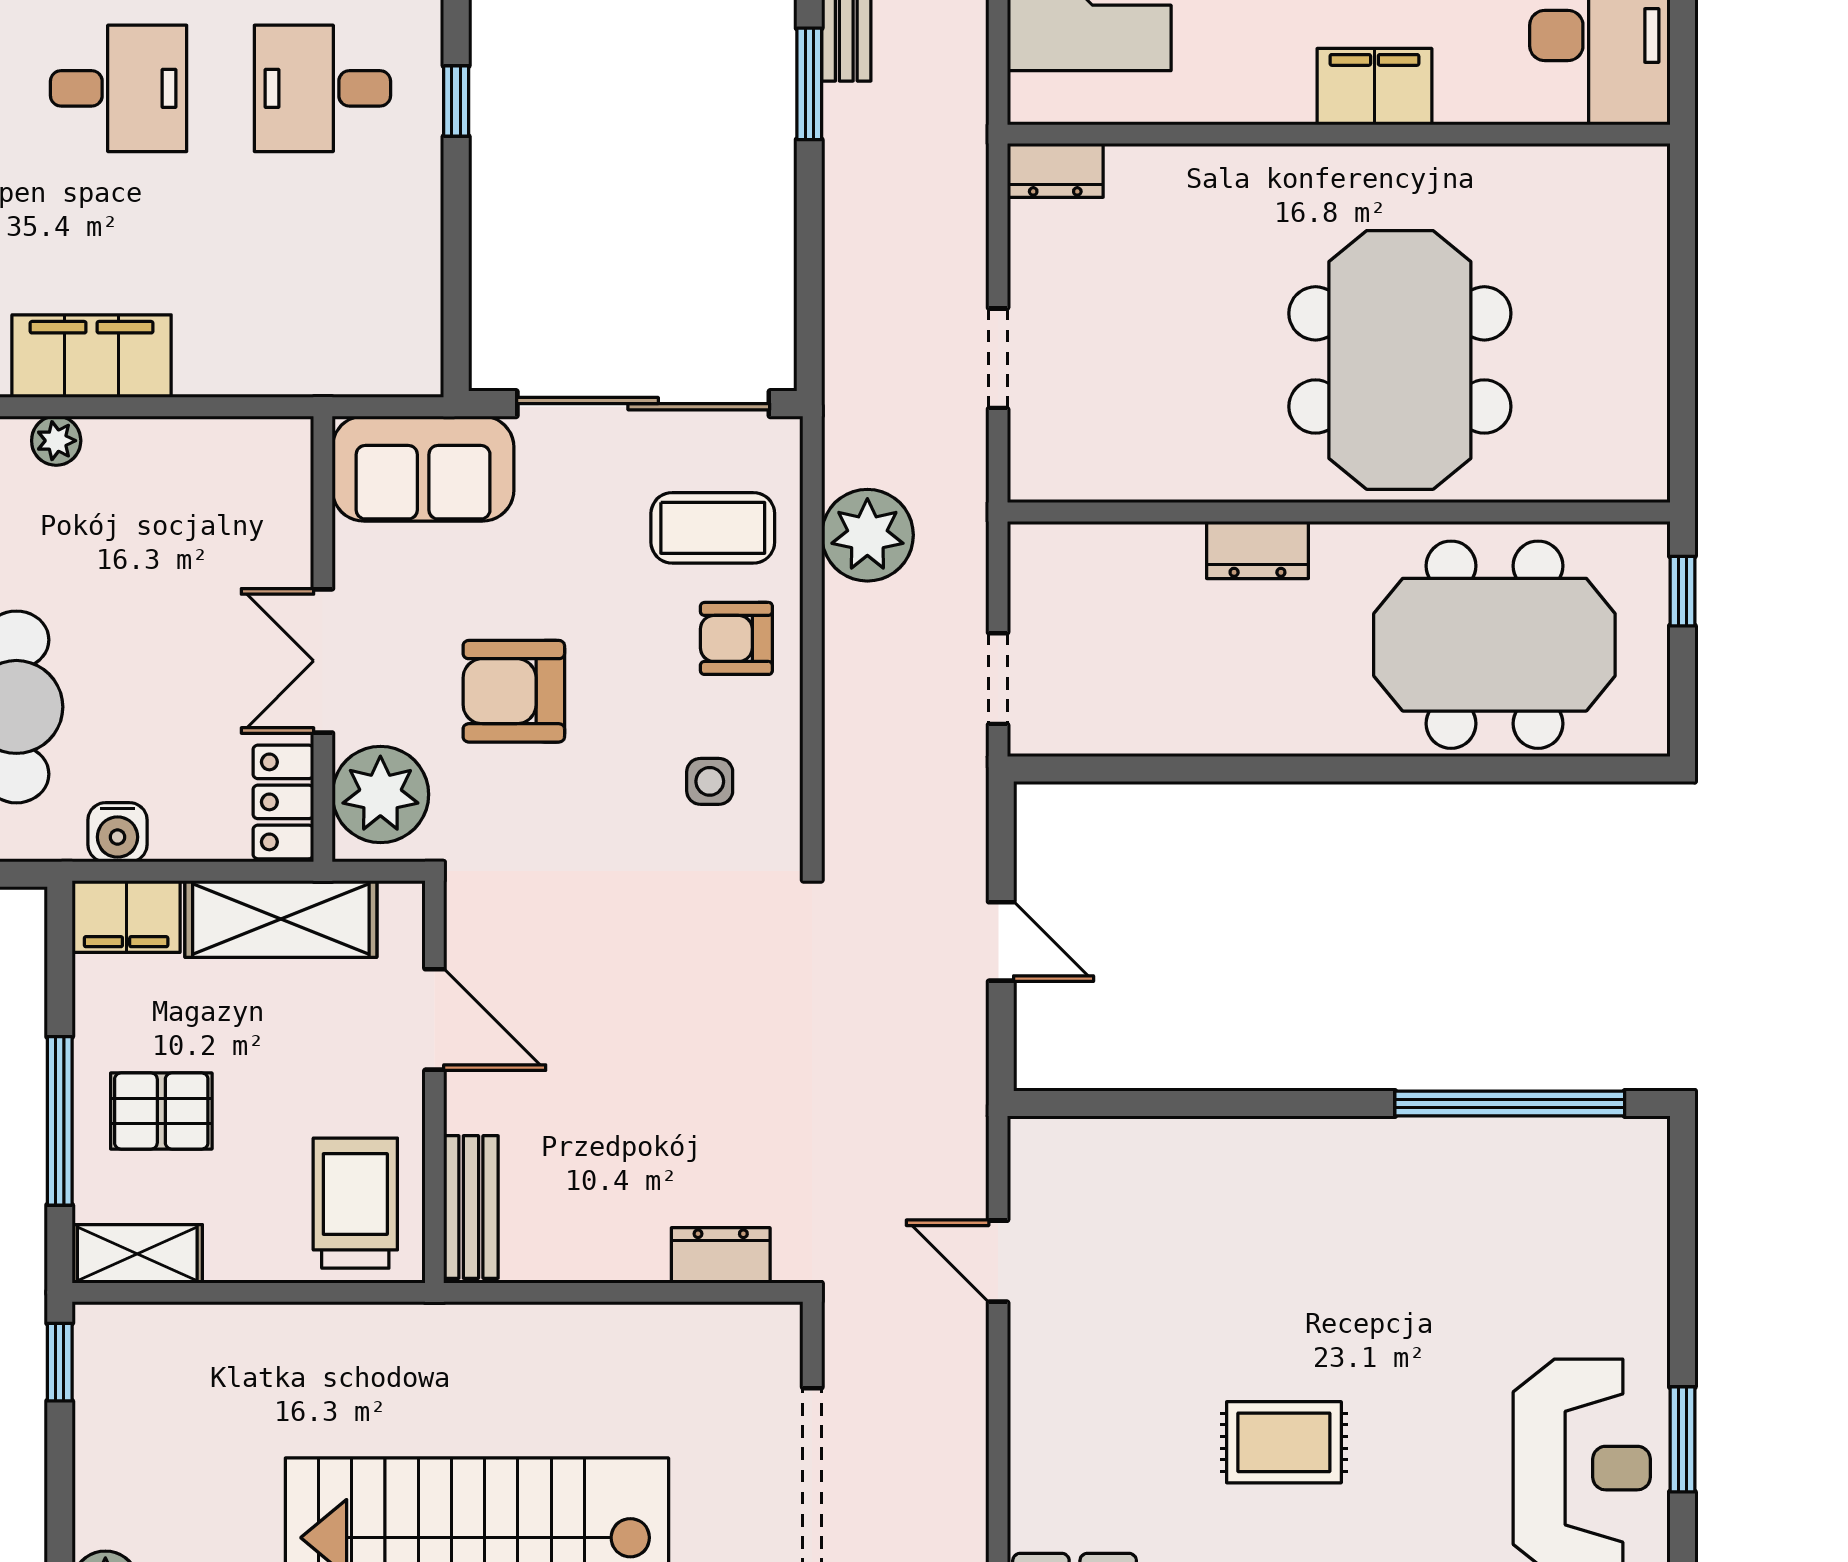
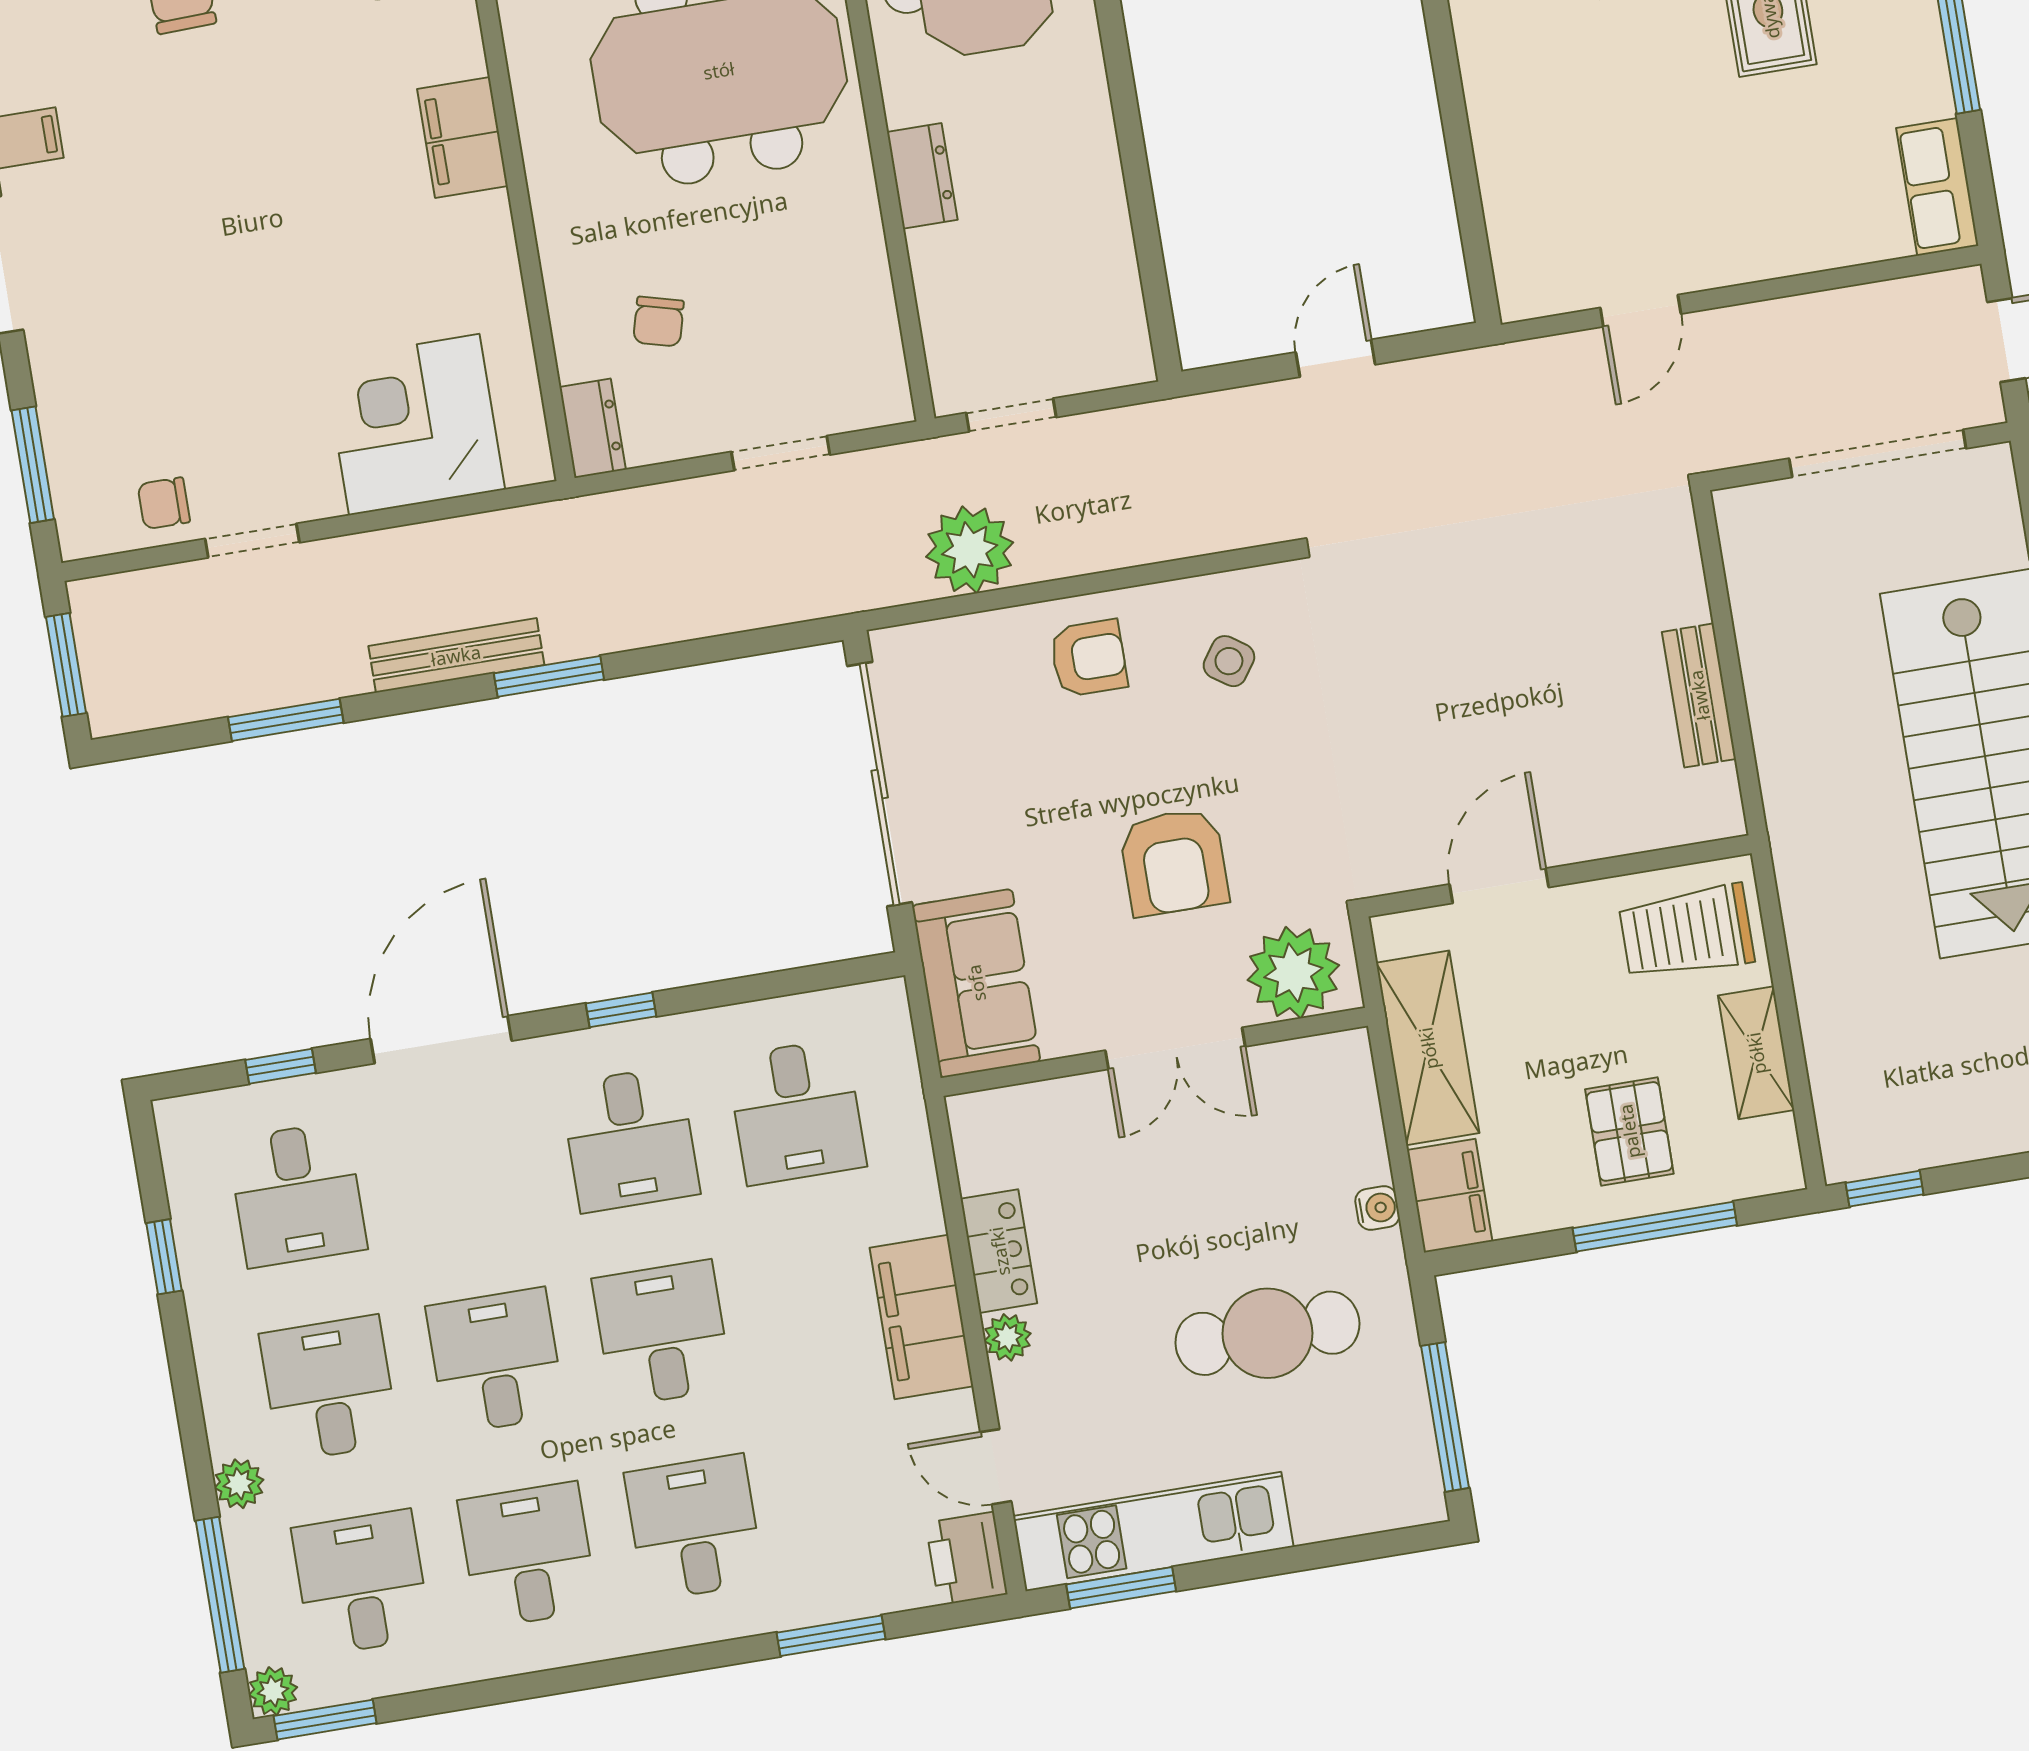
chair: (1153, 256) -> (659, 322), added
desk: (322, 263) -> (796, 1112), added
coffee table: (713, 528) -> (987, 698), removed
armchair: (736, 638) -> (1089, 658), turned -90
doorway: (998, 679) -> (1011, 415), moved
side table: (710, 781) -> (1229, 661), turned 35
locker: (283, 802) -> (999, 1251), moved, turned -90
water cooler: (118, 832) -> (1377, 1208), width x0.72, depth x0.72
bench: (471, 1207) -> (1699, 695), moved, turned 90
shelving: (137, 1254) -> (1756, 1053), moved
dresser: (721, 1255) -> (1679, 576), removed

